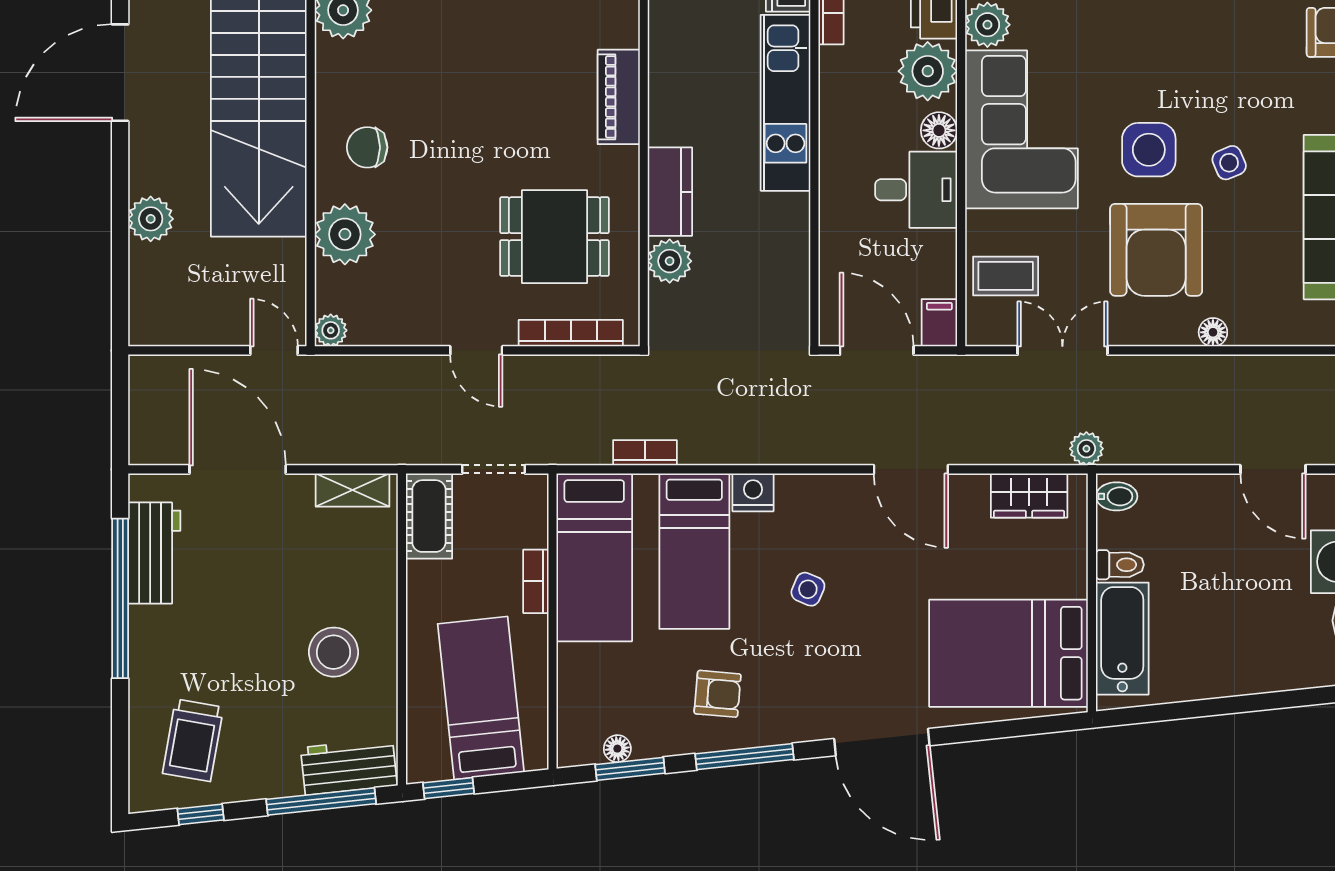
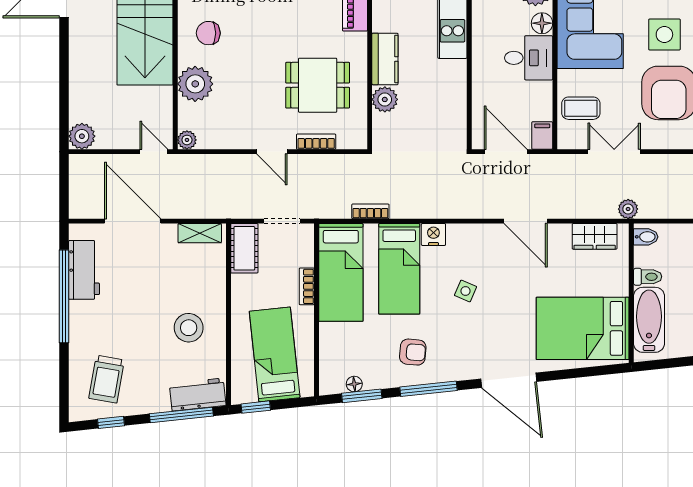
plant: (151, 219) -> (82, 136), moved
bookcase: (571, 333) -> (316, 142), width x0.64

